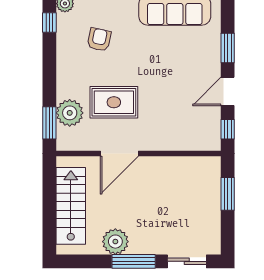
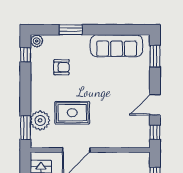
armchair: (99, 40) -> (62, 67), turned 78
window: (228, 48) -> (155, 56), moved

